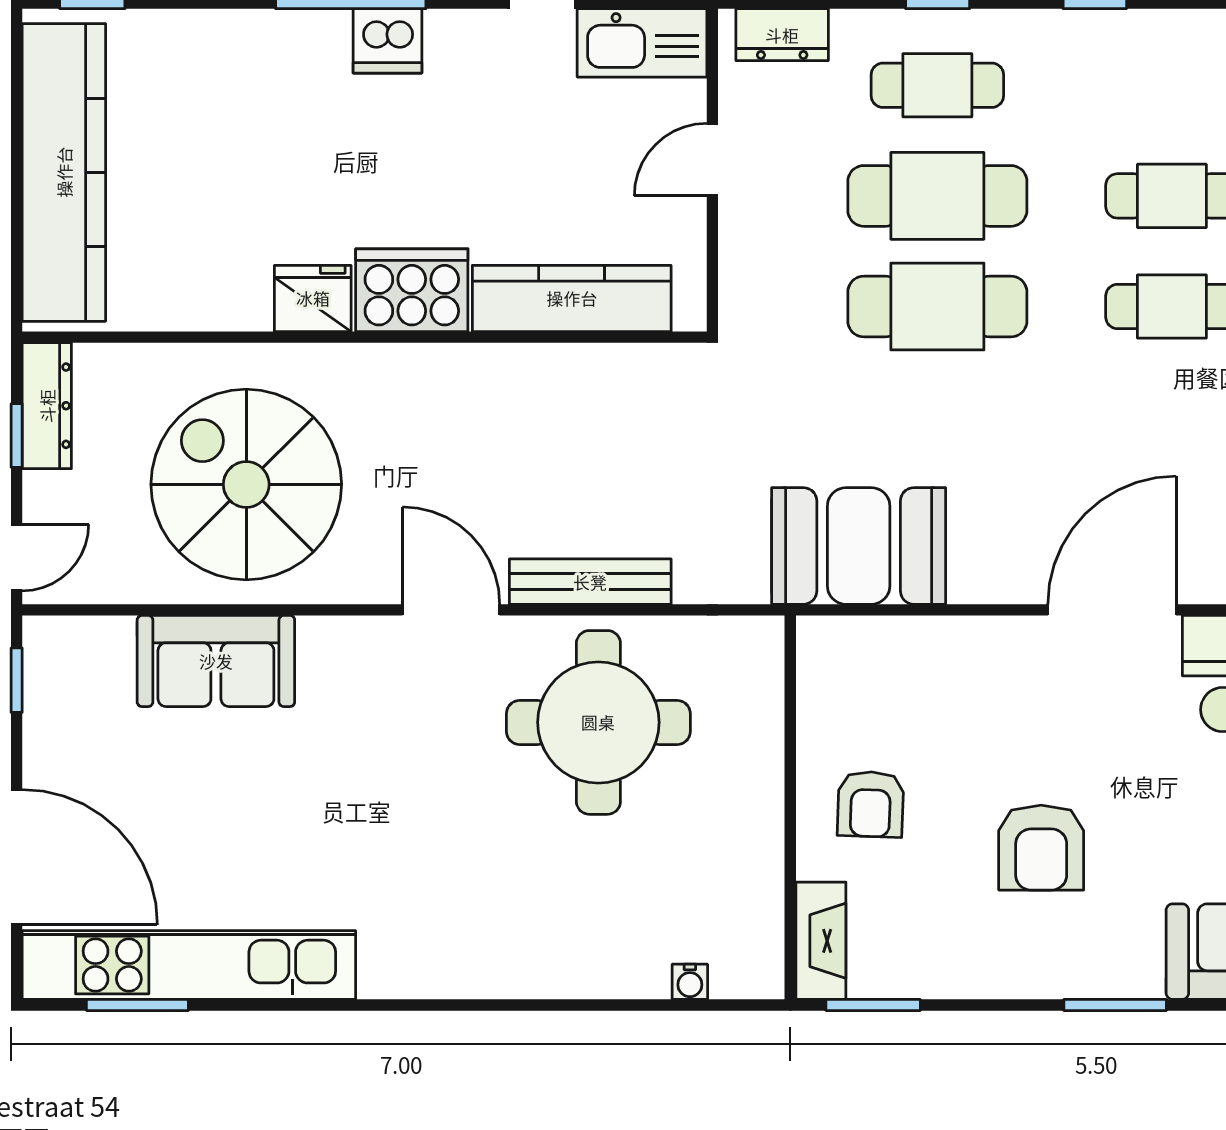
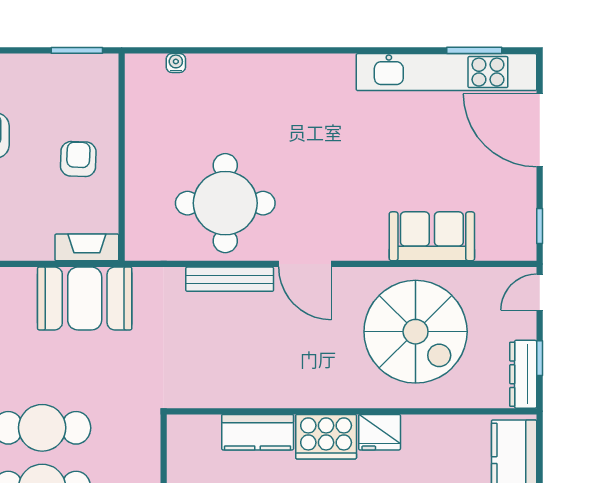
kitchen counter: (572, 298) -> (258, 432), width x0.67
fireplace: (821, 941) -> (87, 247), moved, turned 90

